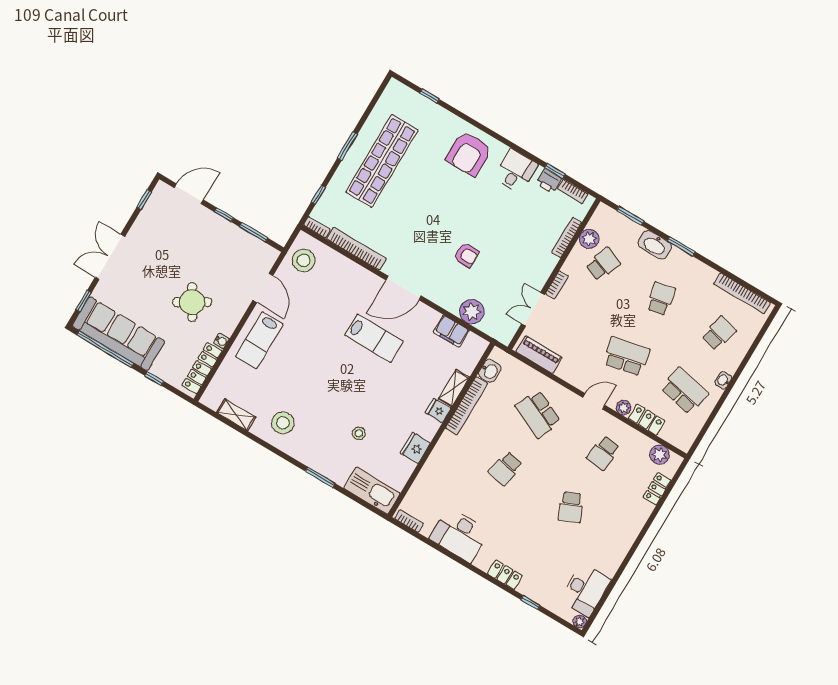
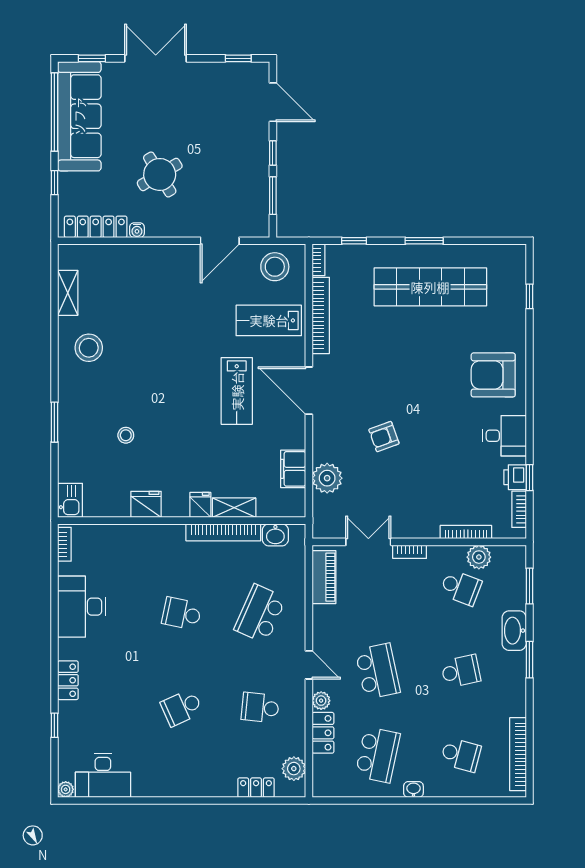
armchair: (466, 255) -> (384, 437), turned 70
lab bench: (259, 340) -> (269, 320), moved
kitchen sink: (372, 491) -> (70, 500), width x0.53, depth x0.81

